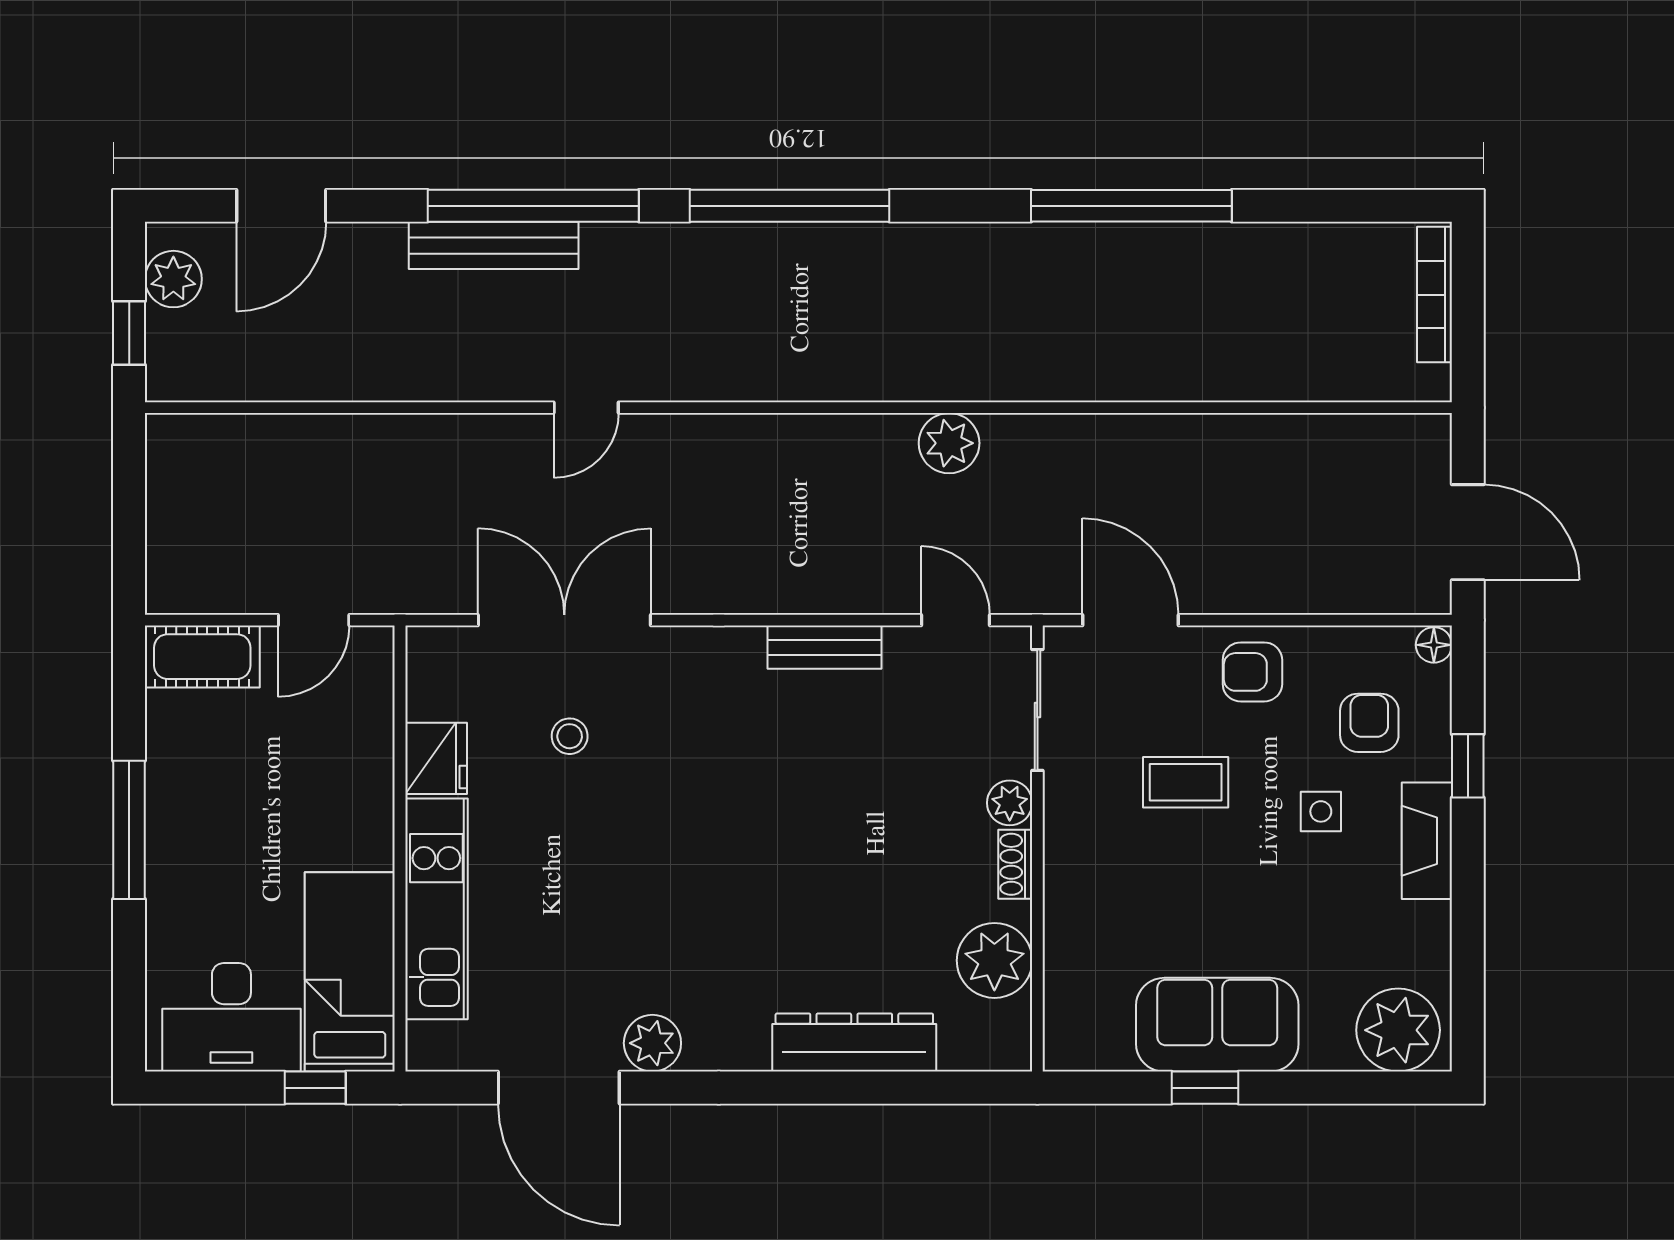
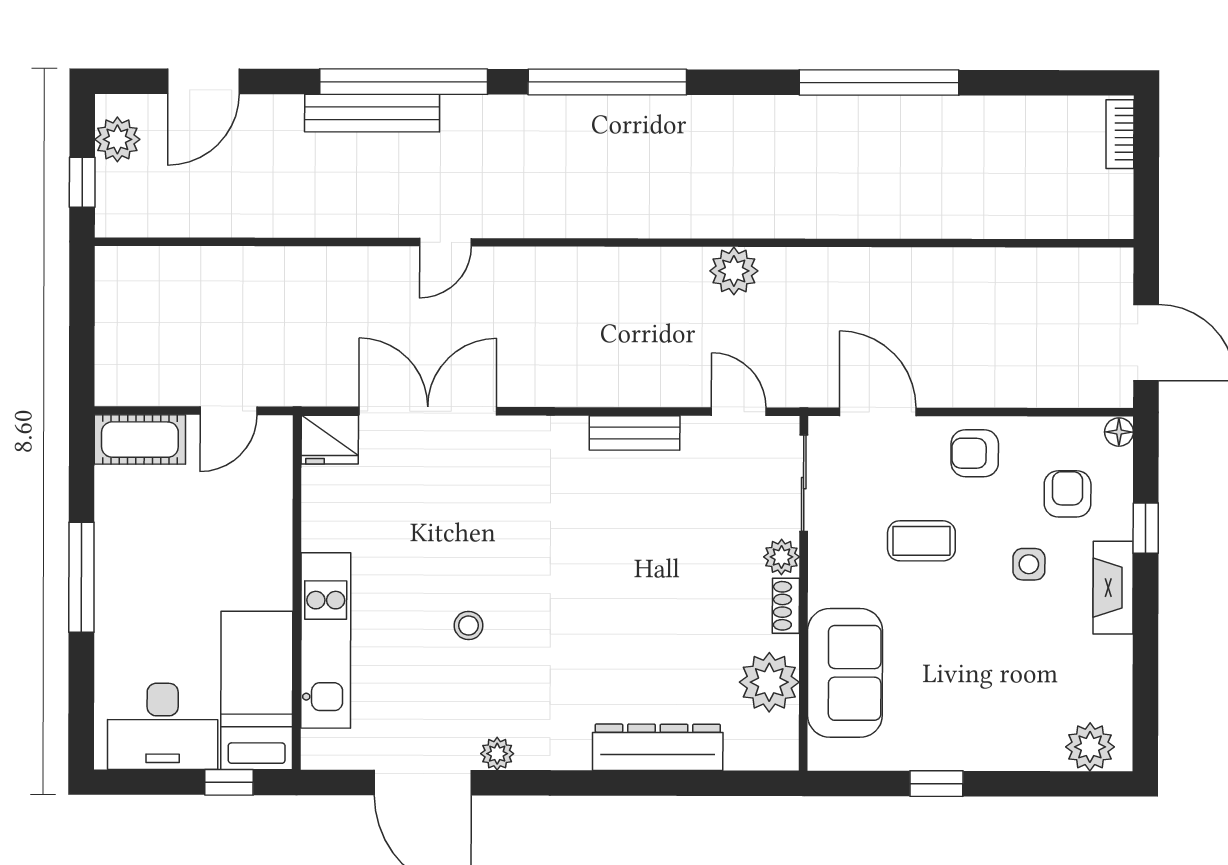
bookcase: (1434, 295) -> (1120, 134), width x0.64
stool: (570, 736) -> (469, 625), moved
fridge: (436, 758) -> (330, 440), moved, turned 90
sofa: (1217, 1025) -> (845, 673), moved, turned 90
plant: (1398, 1030) -> (1090, 747), width x0.73, depth x0.73
plant: (652, 1043) -> (497, 754), width x0.73, depth x0.73

